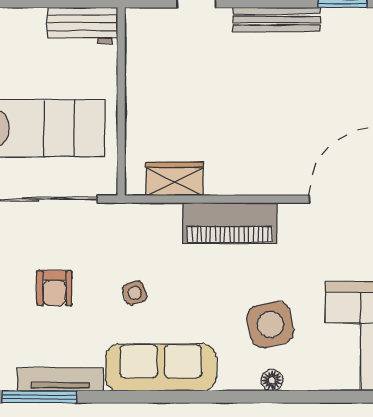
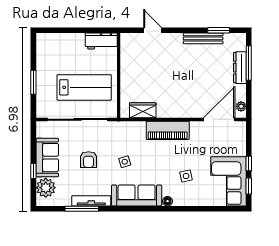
bench: (277, 20) -> (203, 38), moved
side table: (270, 324) -> (186, 176), width x0.54, depth x0.54
floor lamp: (272, 380) -> (167, 201), moved

